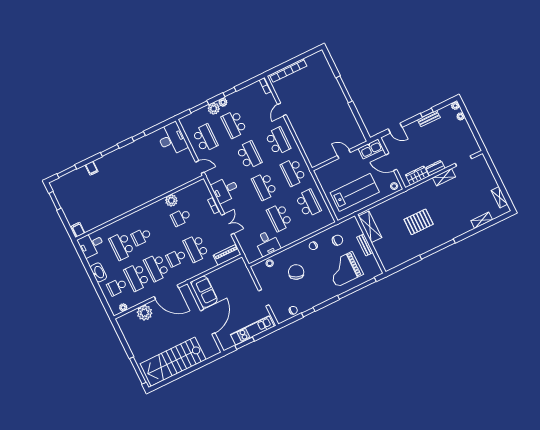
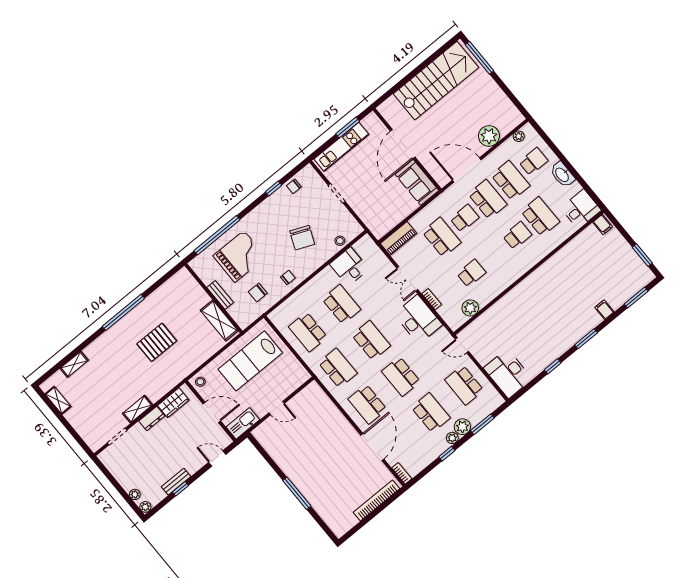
door: (282, 109) -> (372, 447), width x1.88
desk: (225, 190) -> (418, 319), width x1.37
plant: (171, 200) -> (470, 308), moved

